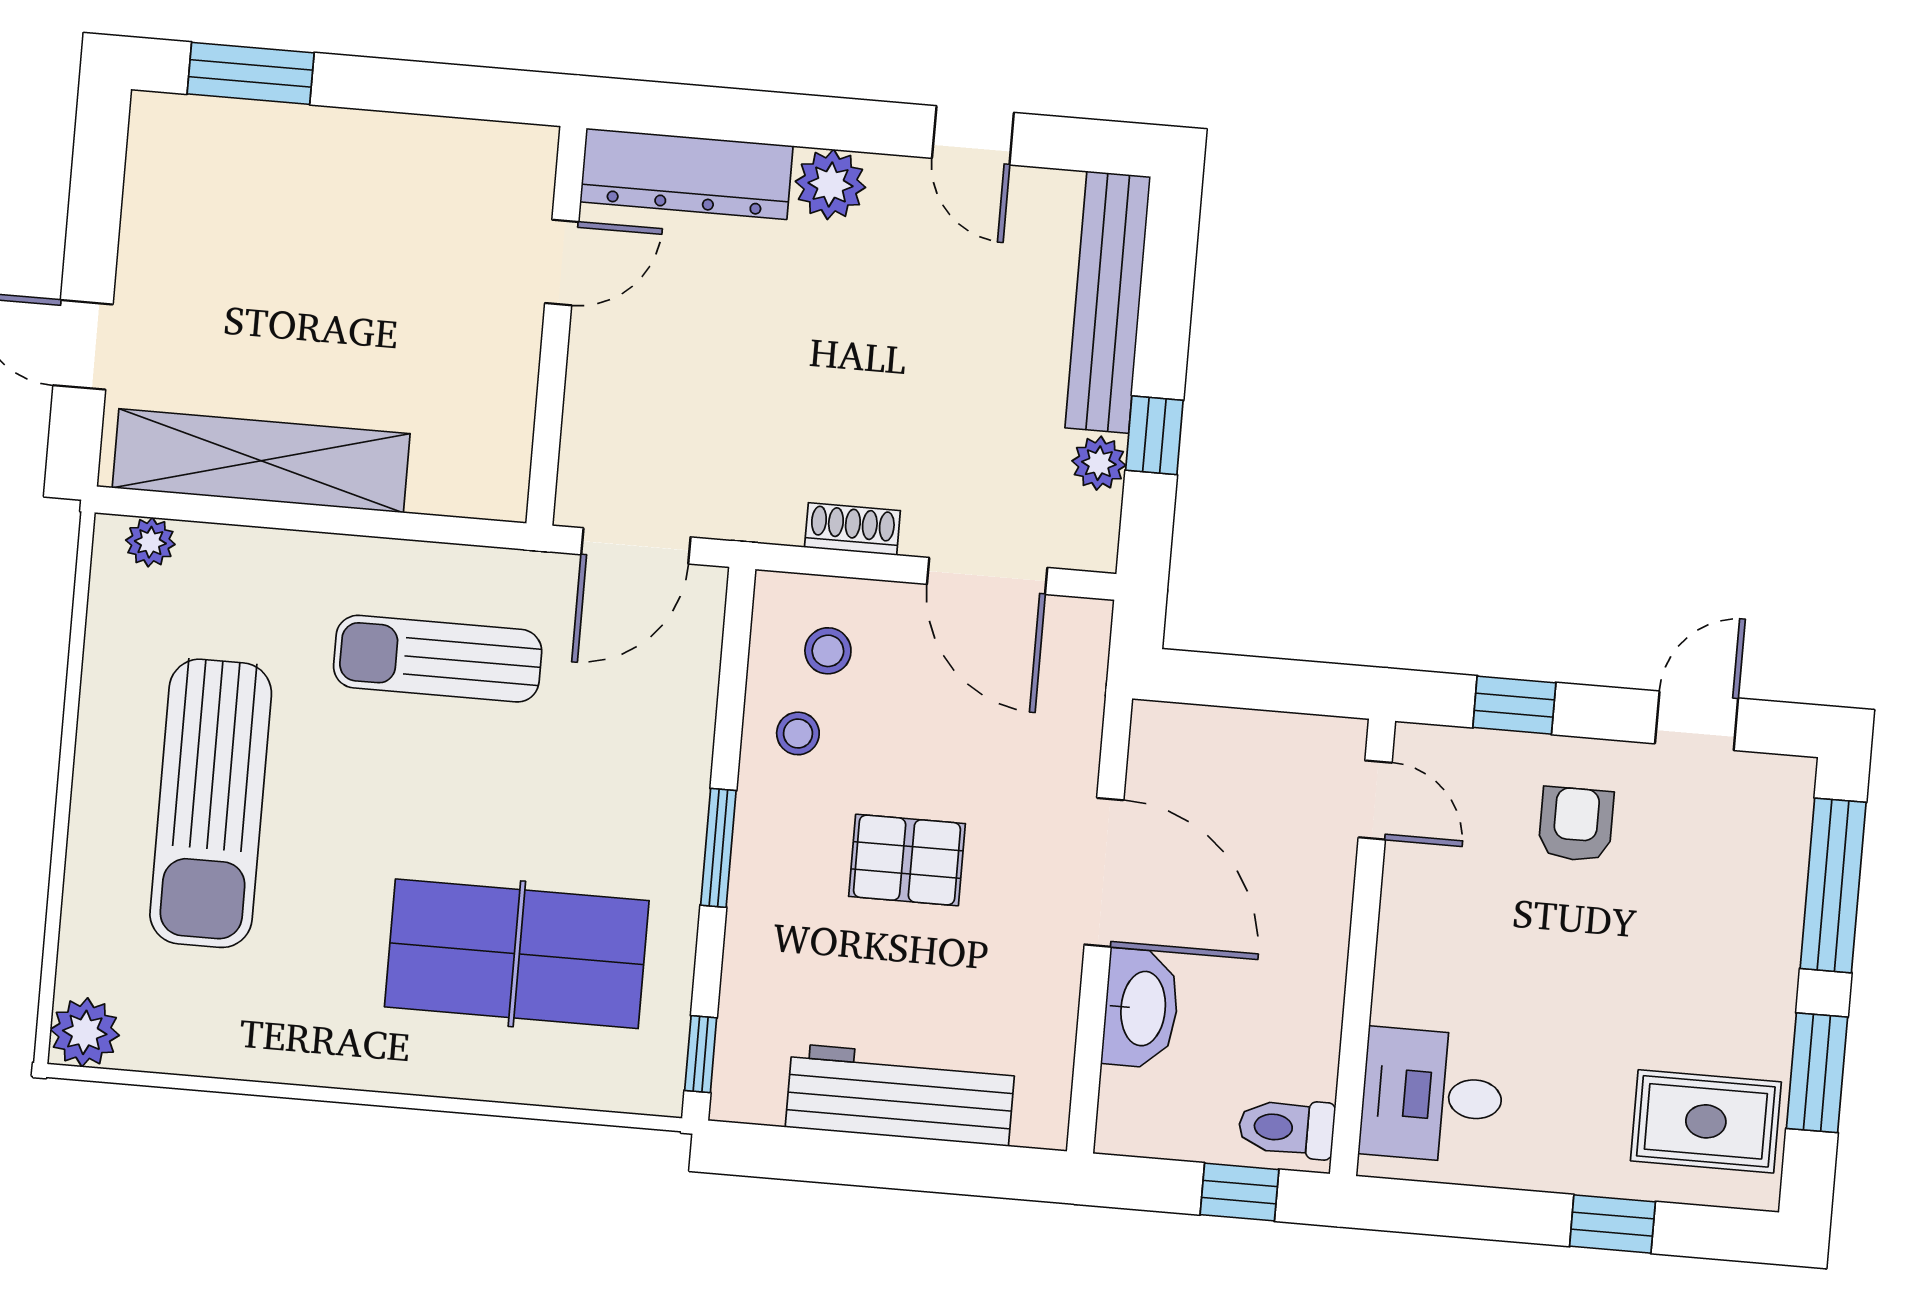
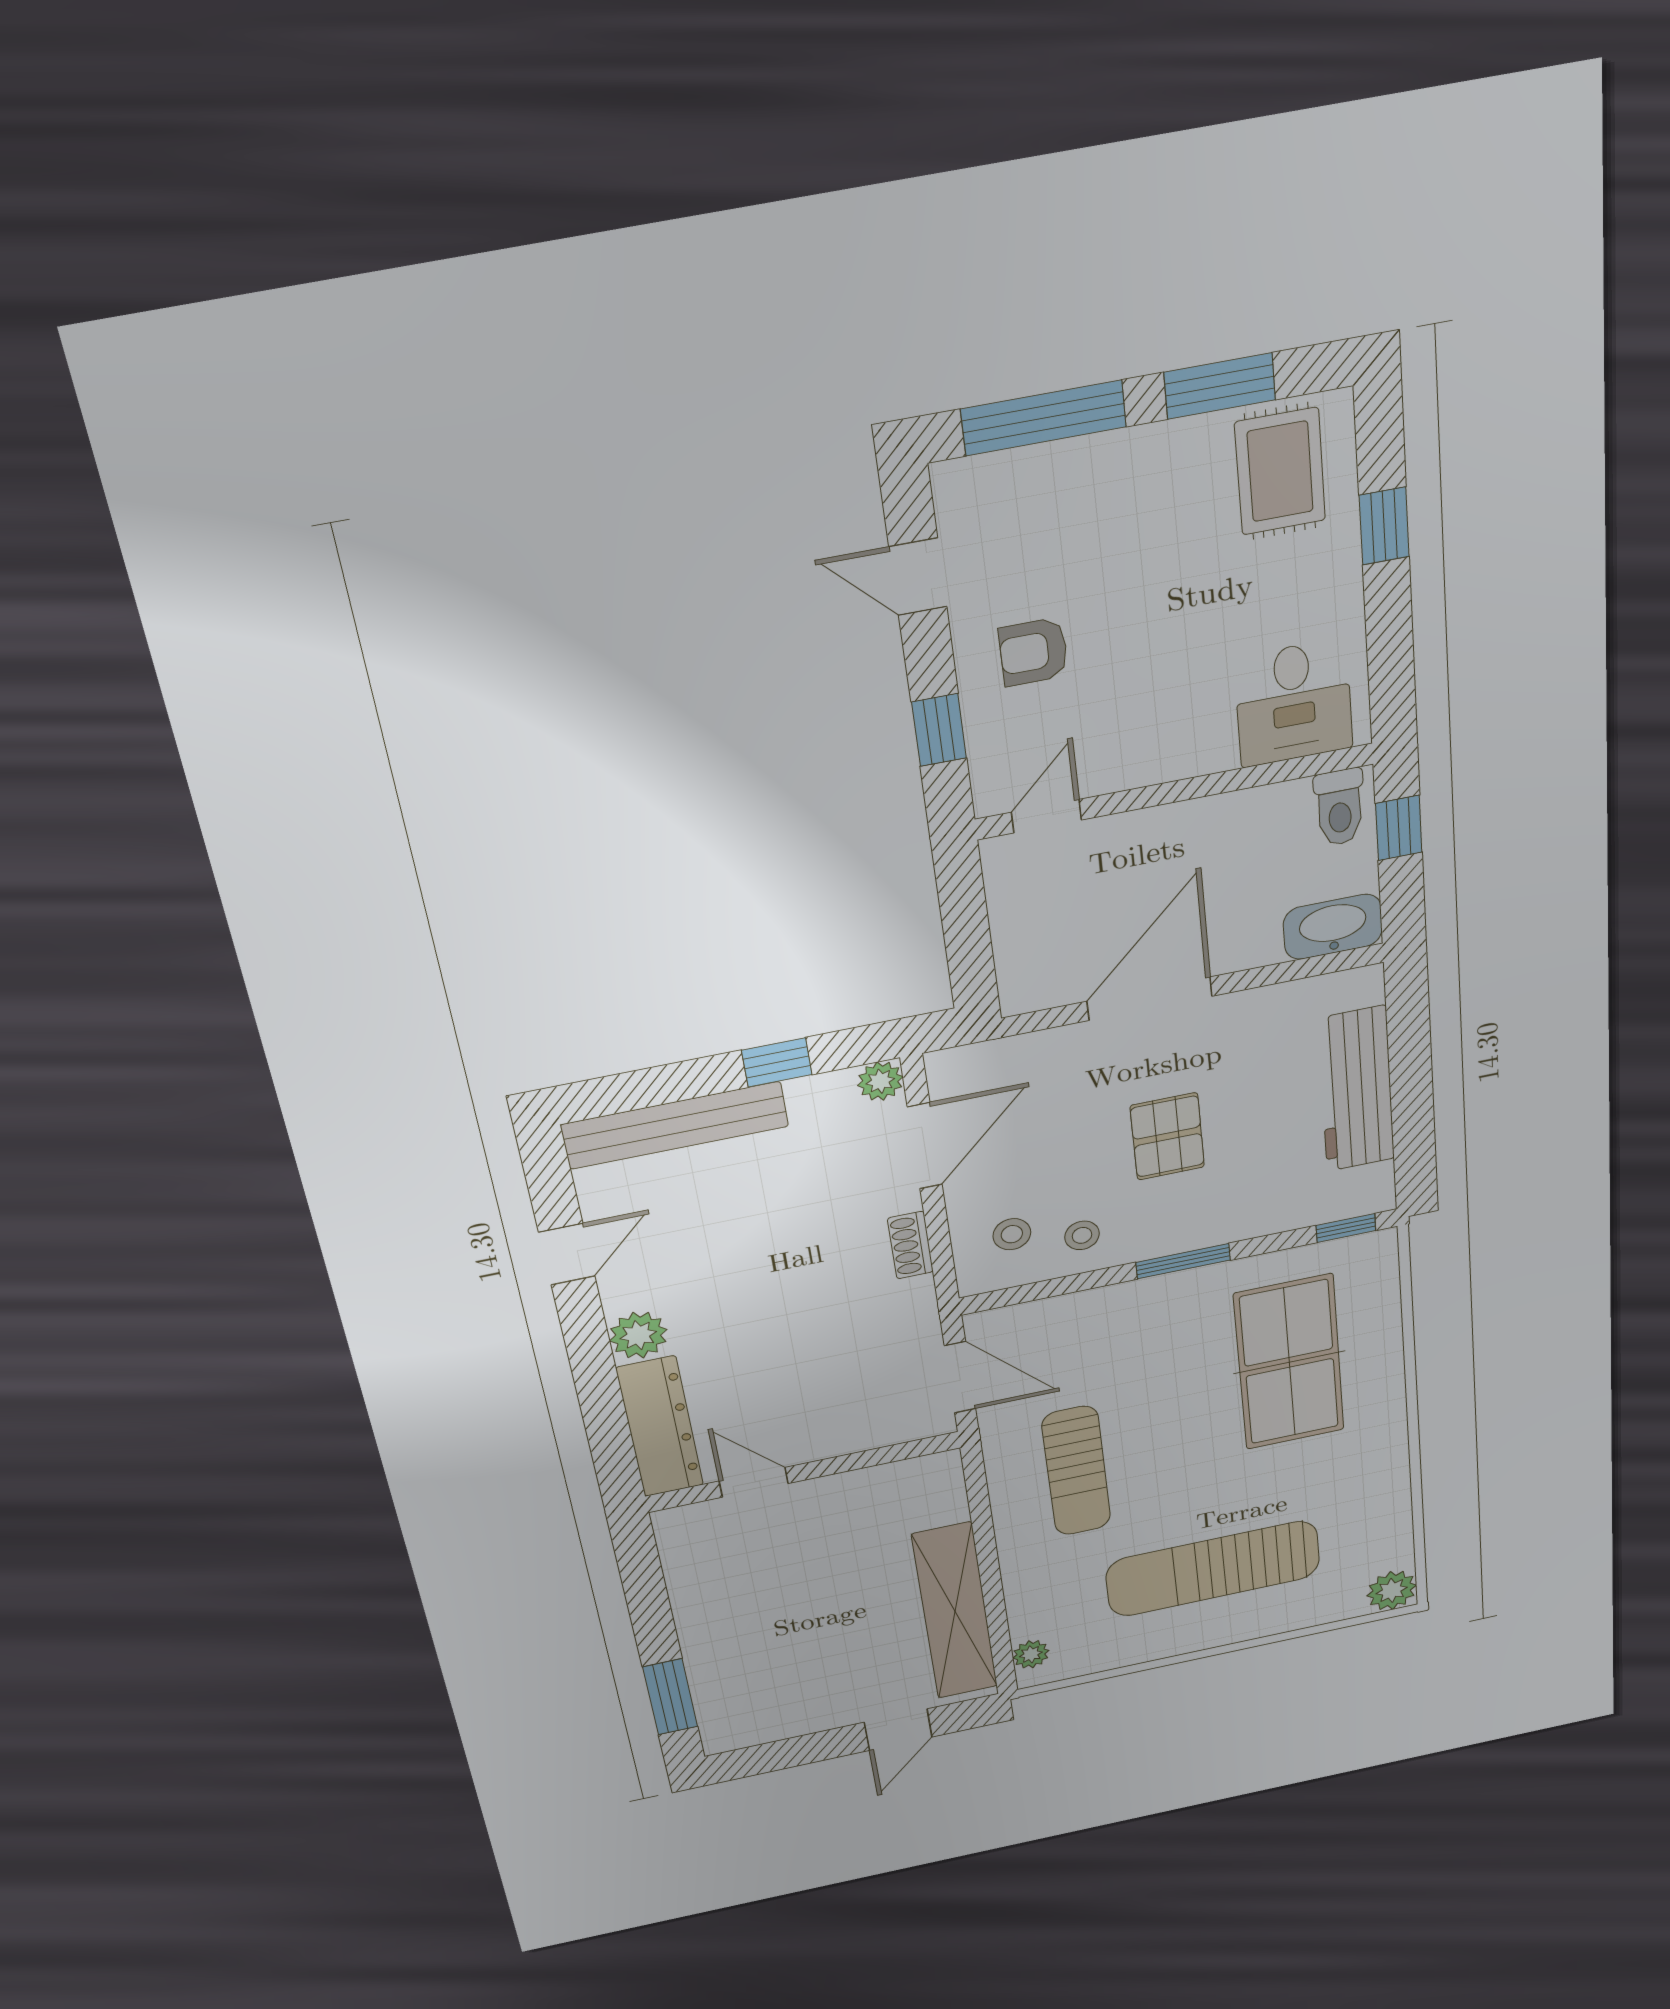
plant: (1099, 463) -> (880, 1081), moved
sun lounger: (211, 803) -> (1213, 1569), turned 180
washbasin: (1141, 1008) -> (1333, 927), moved

